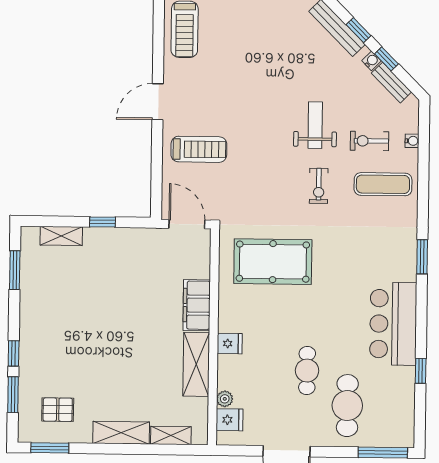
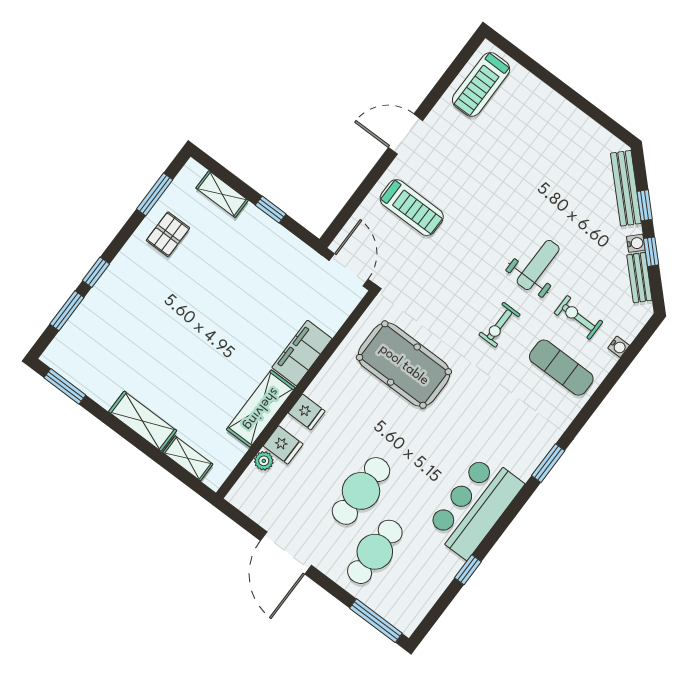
cafe table: (307, 371) -> (361, 491), width x1.37, depth x1.35
pallet: (58, 410) -> (168, 234), moved, turned 90
fridge: (229, 420) -> (283, 445), moved

